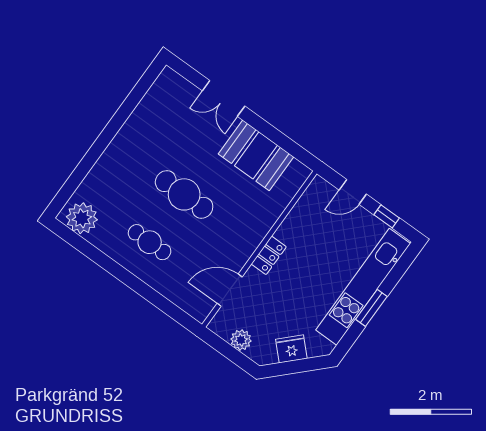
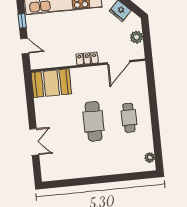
booth: (256, 155) -> (51, 83), moved, turned 90
plant: (82, 218) -> (150, 158), width x0.53, depth x0.53
door: (230, 290) -> (119, 62), hinge flipped

